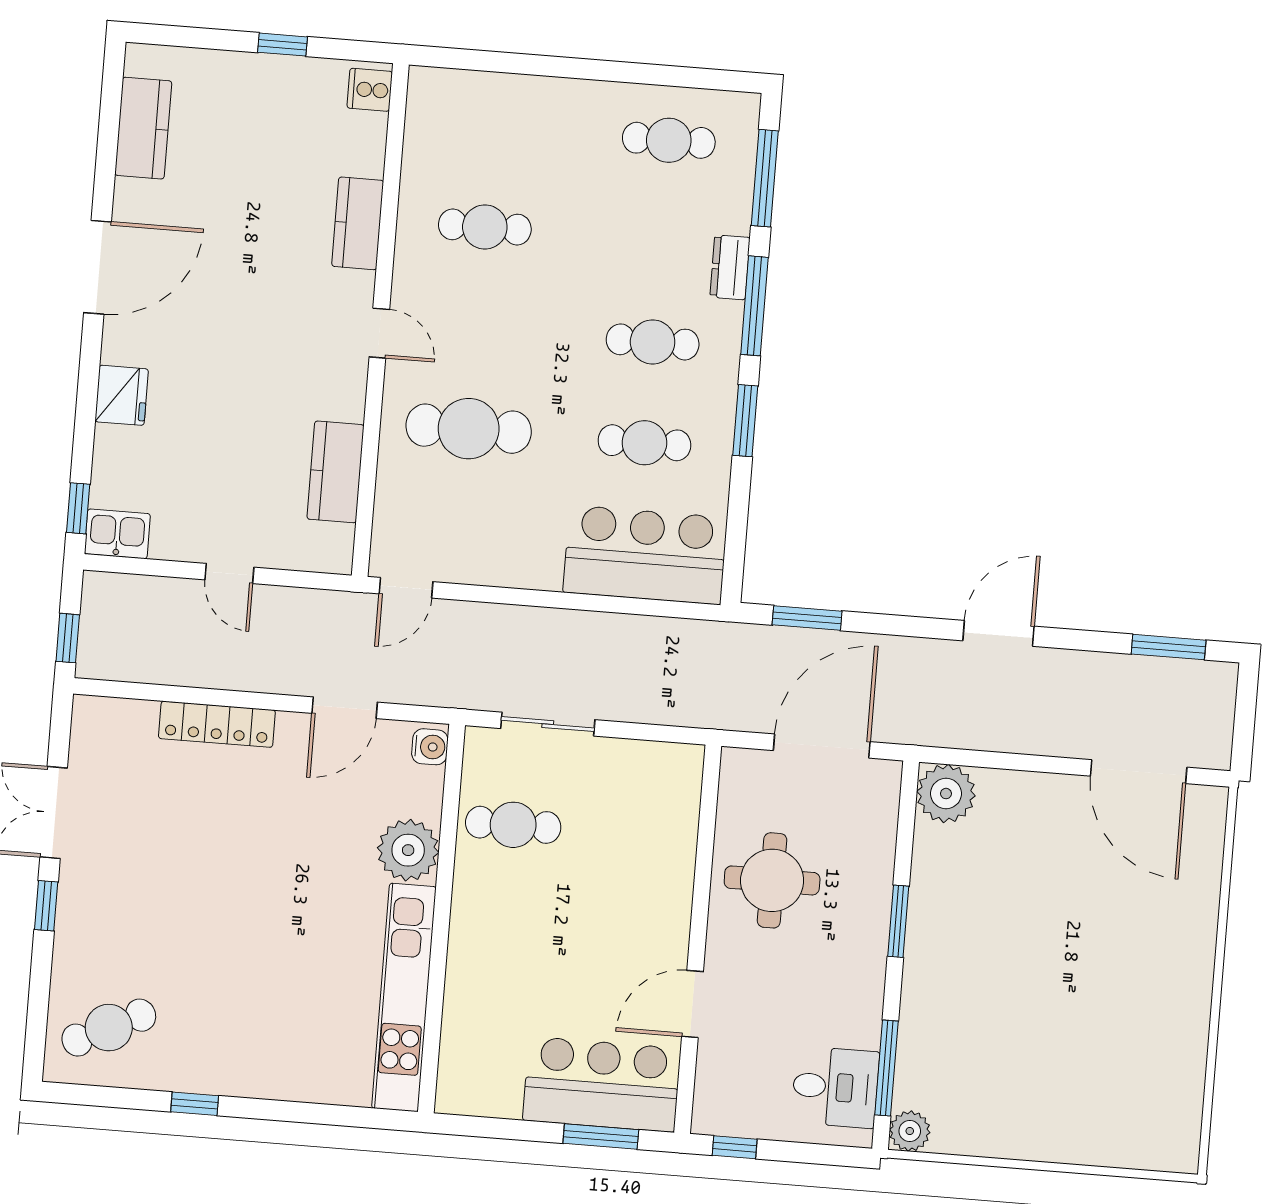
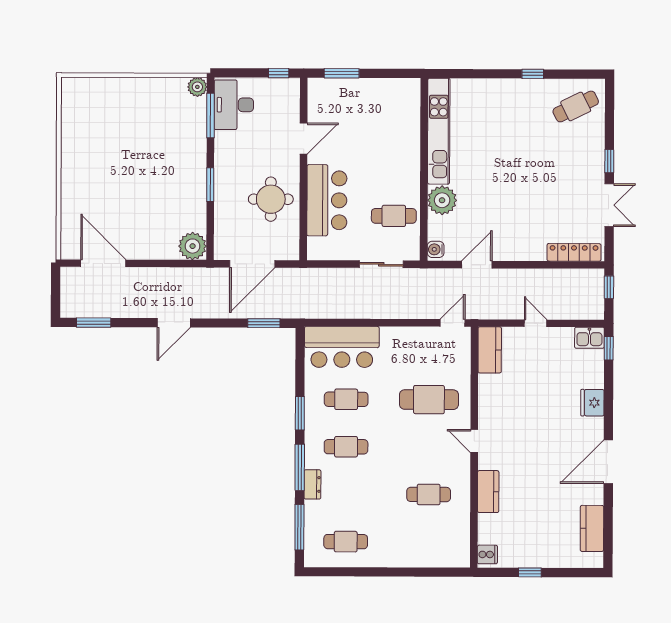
kitchen counter: (336, 472) -> (490, 350), moved
locker: (217, 724) -> (574, 252), moved
bar counter: (602, 1084) -> (327, 200), moved, turned -90
desk: (835, 1087) -> (234, 105), width x1.37

